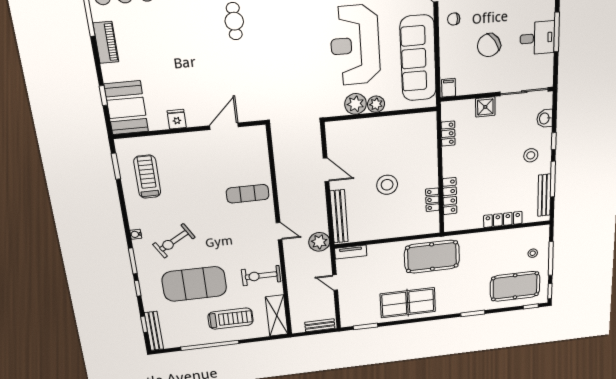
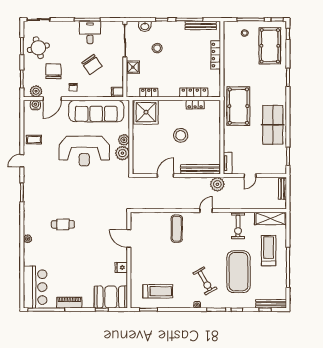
shower: (419, 133) -> (146, 112), added
stool: (531, 155) -> (157, 48), moved
treadmill: (147, 177) -> (158, 291), turned 180

